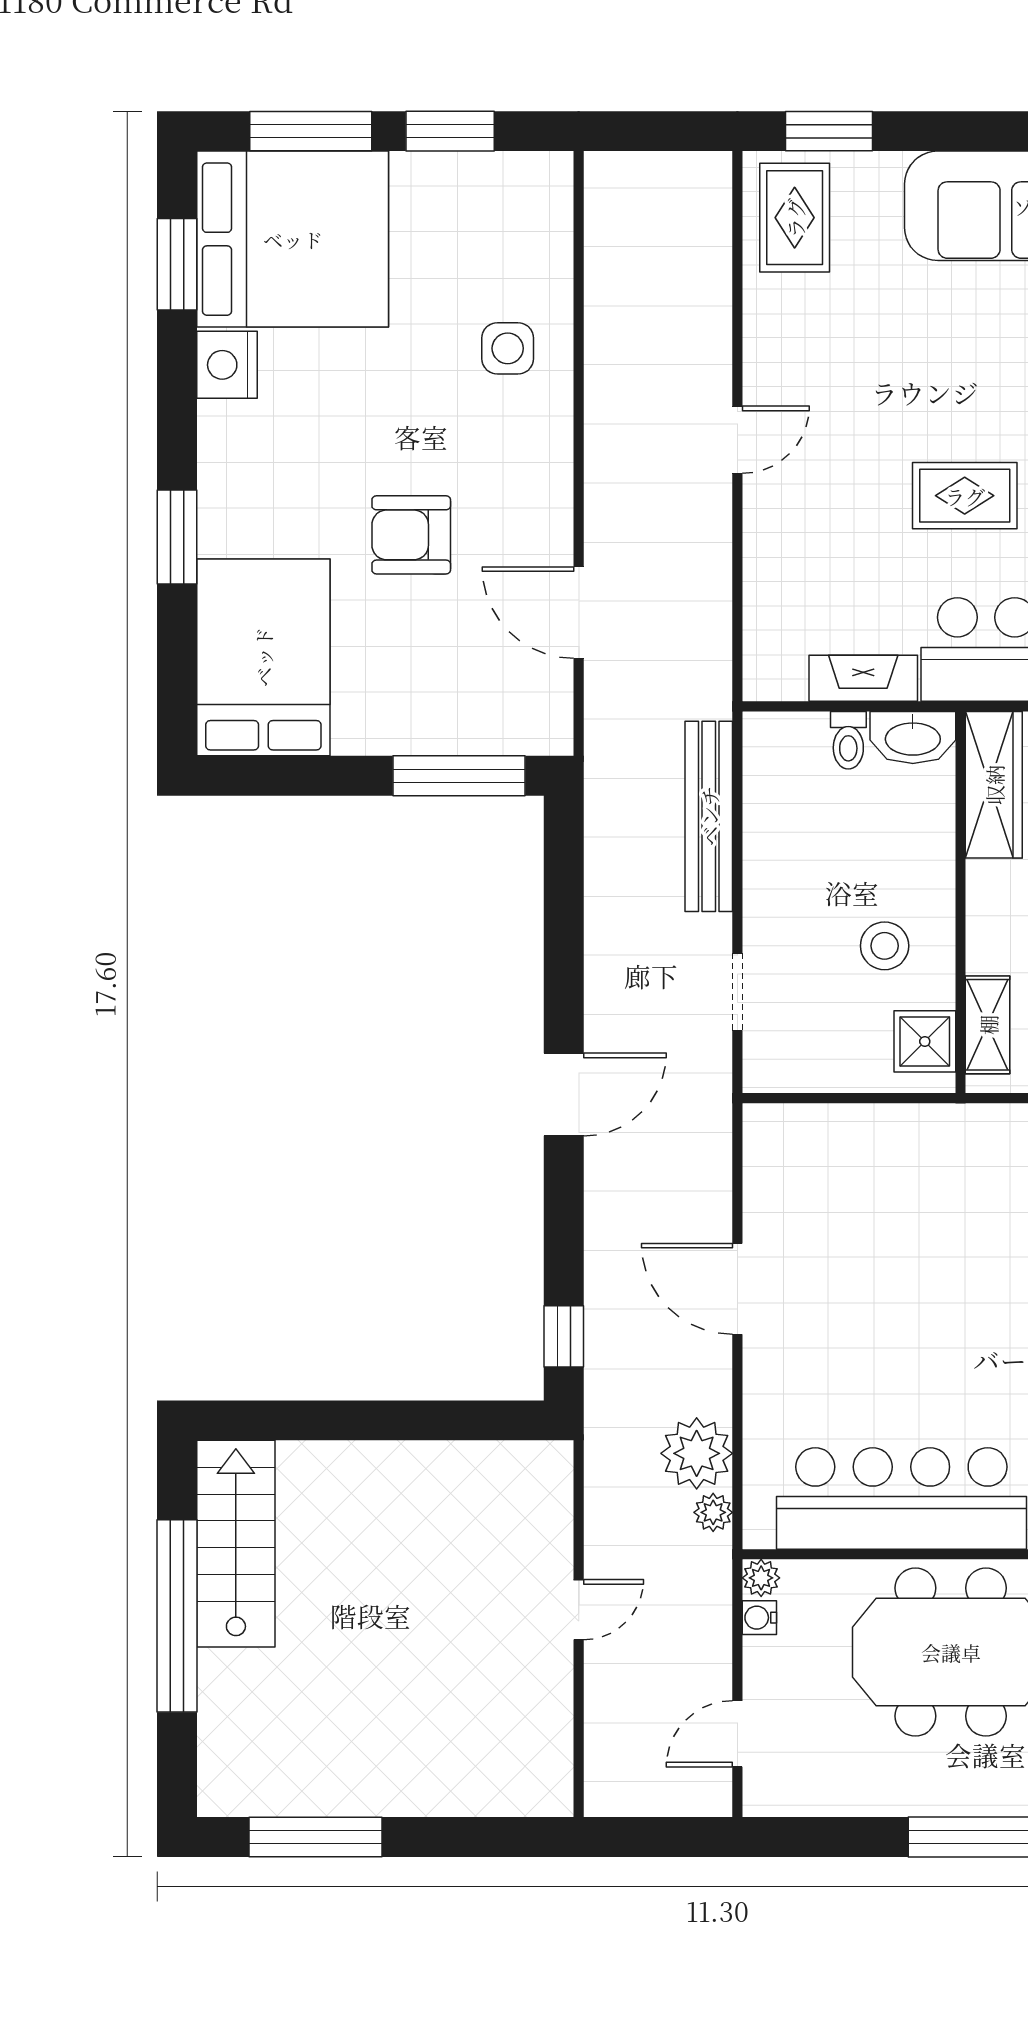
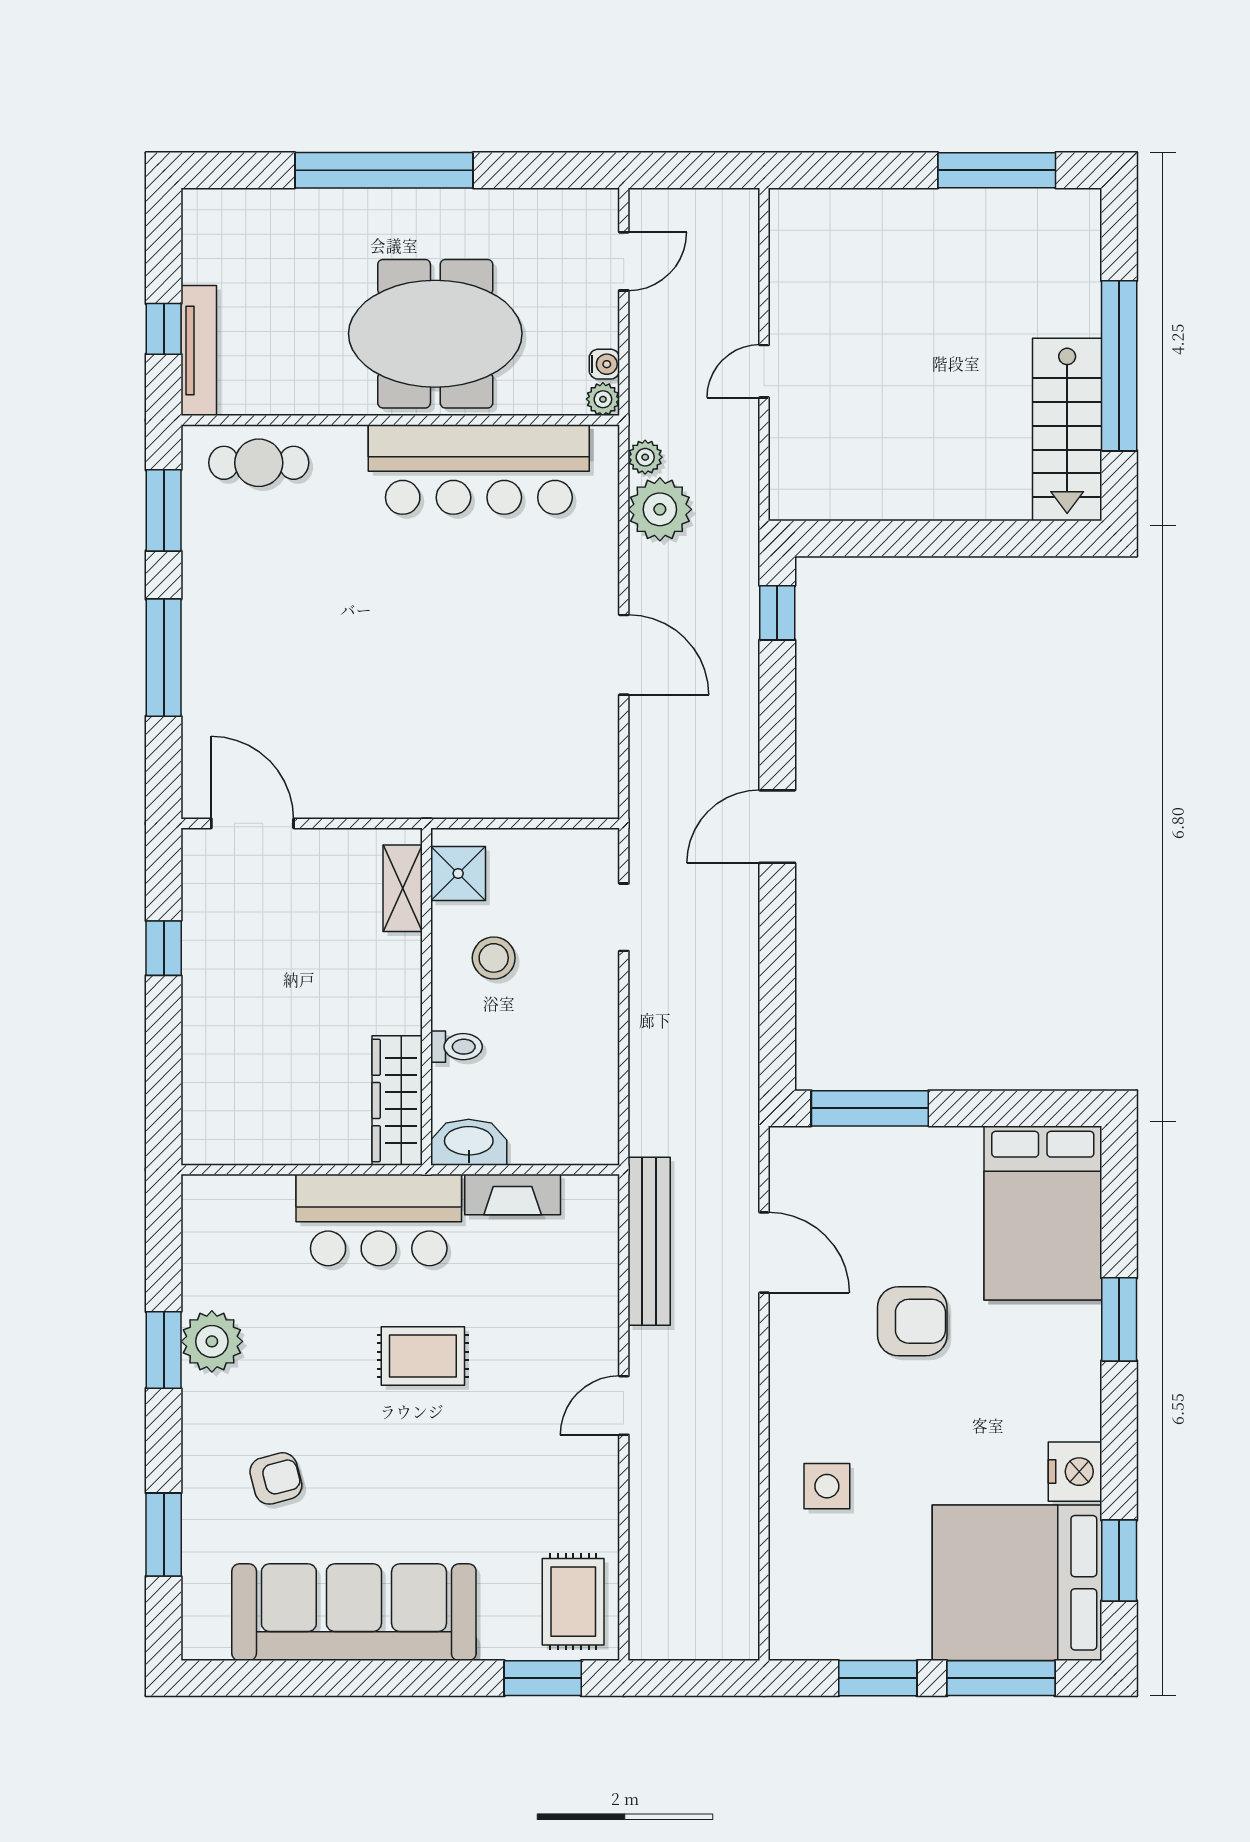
toilet: (848, 740) -> (457, 1047), moved, turned 90
bench: (709, 816) -> (649, 1241), moved

